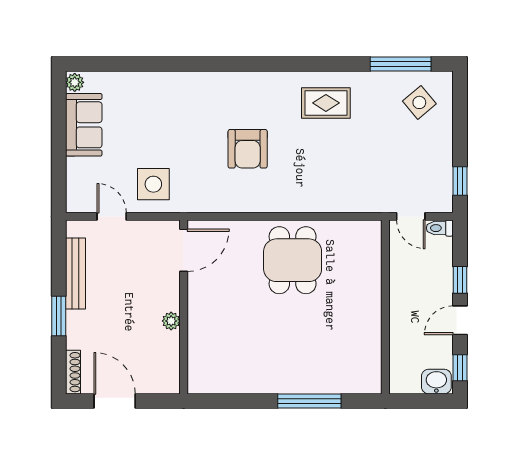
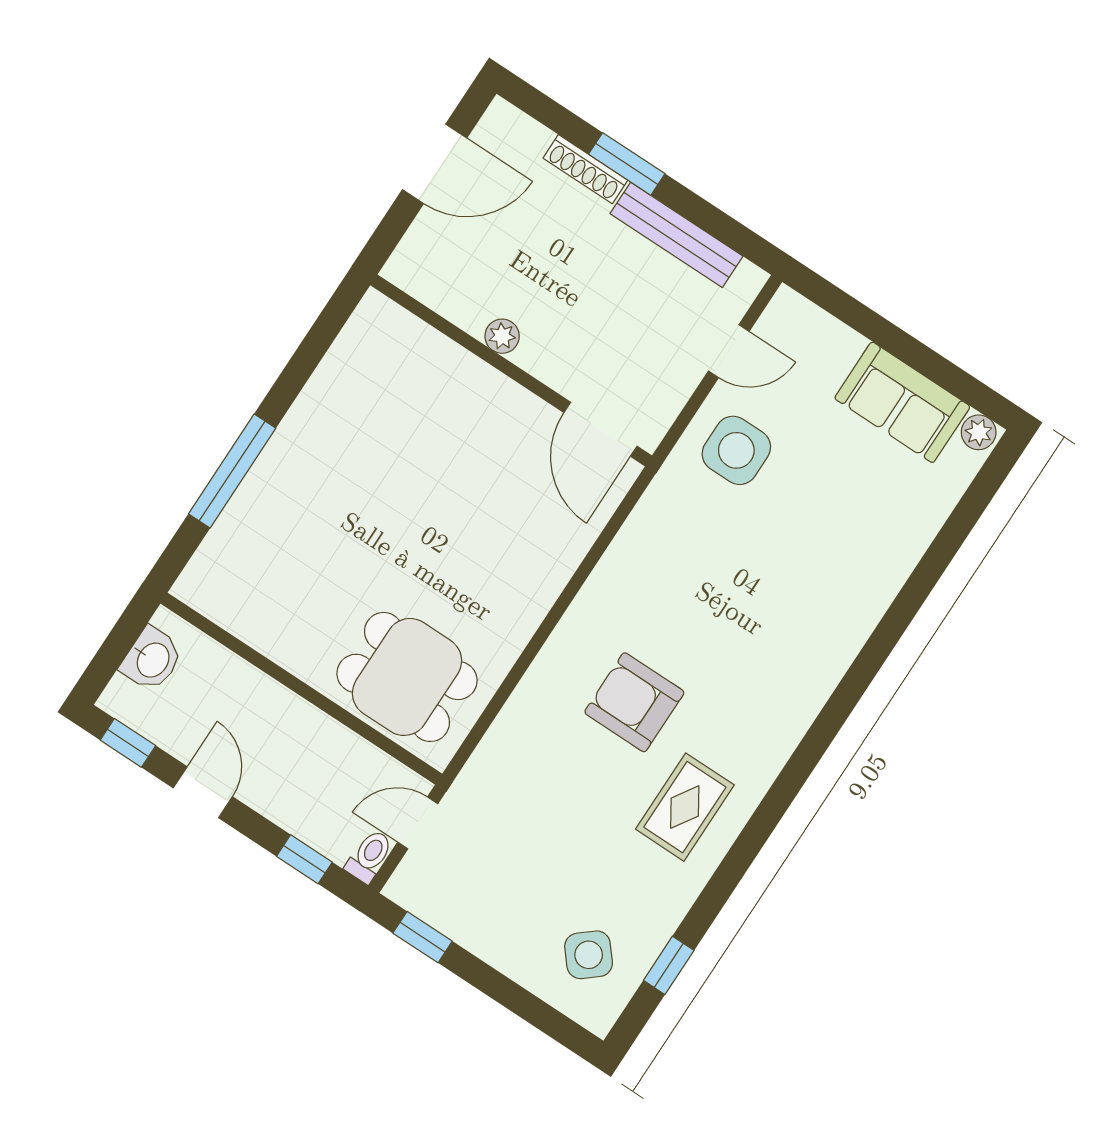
window: (401, 64) -> (669, 965), width x0.46
armchair: (248, 149) -> (634, 702), moved
dining table: (293, 260) -> (407, 677), moved
window: (460, 280) -> (304, 859), moved
shoe rack: (73, 372) -> (585, 169), moved
washbasin: (436, 382) -> (152, 659), moved

